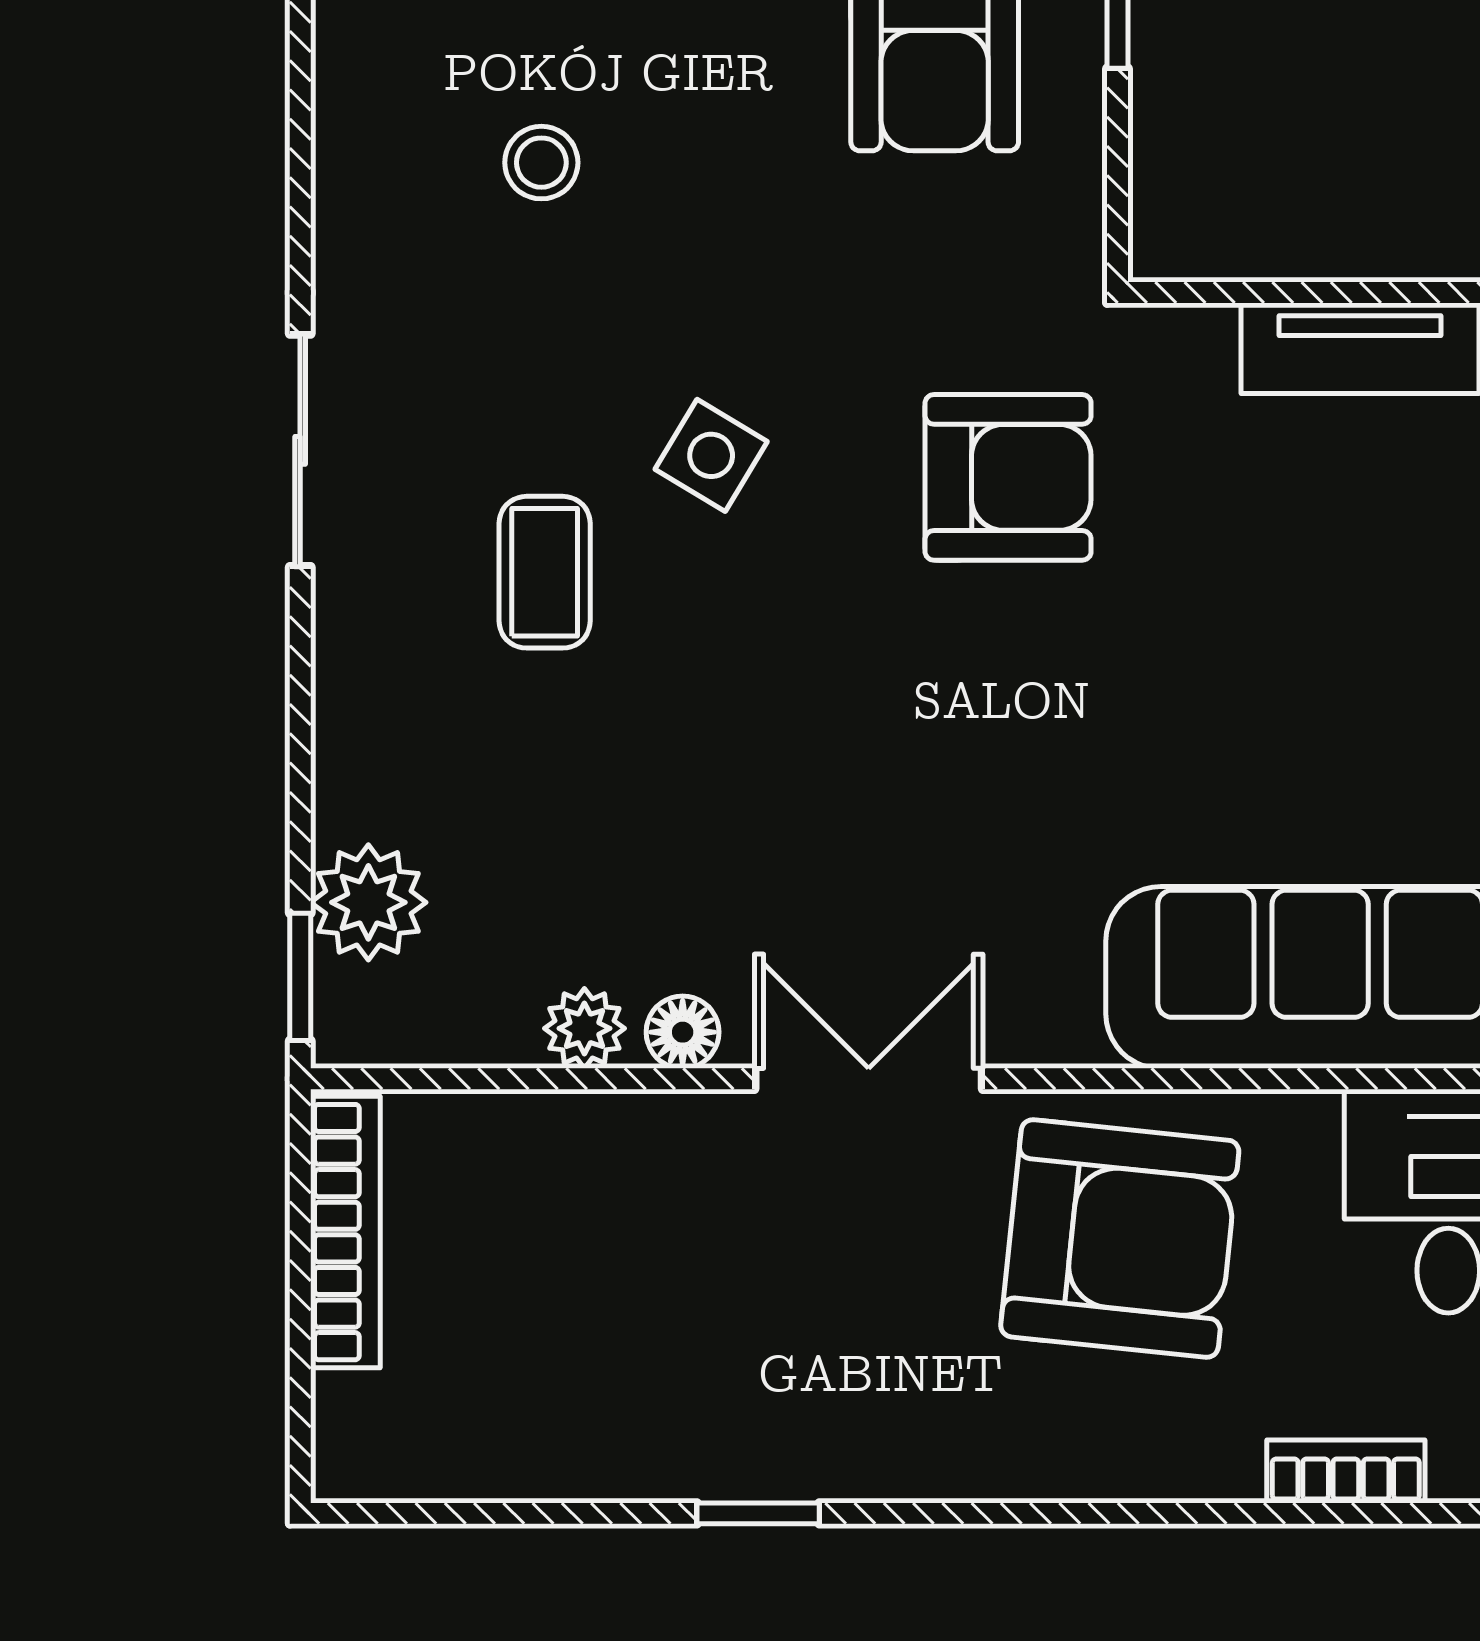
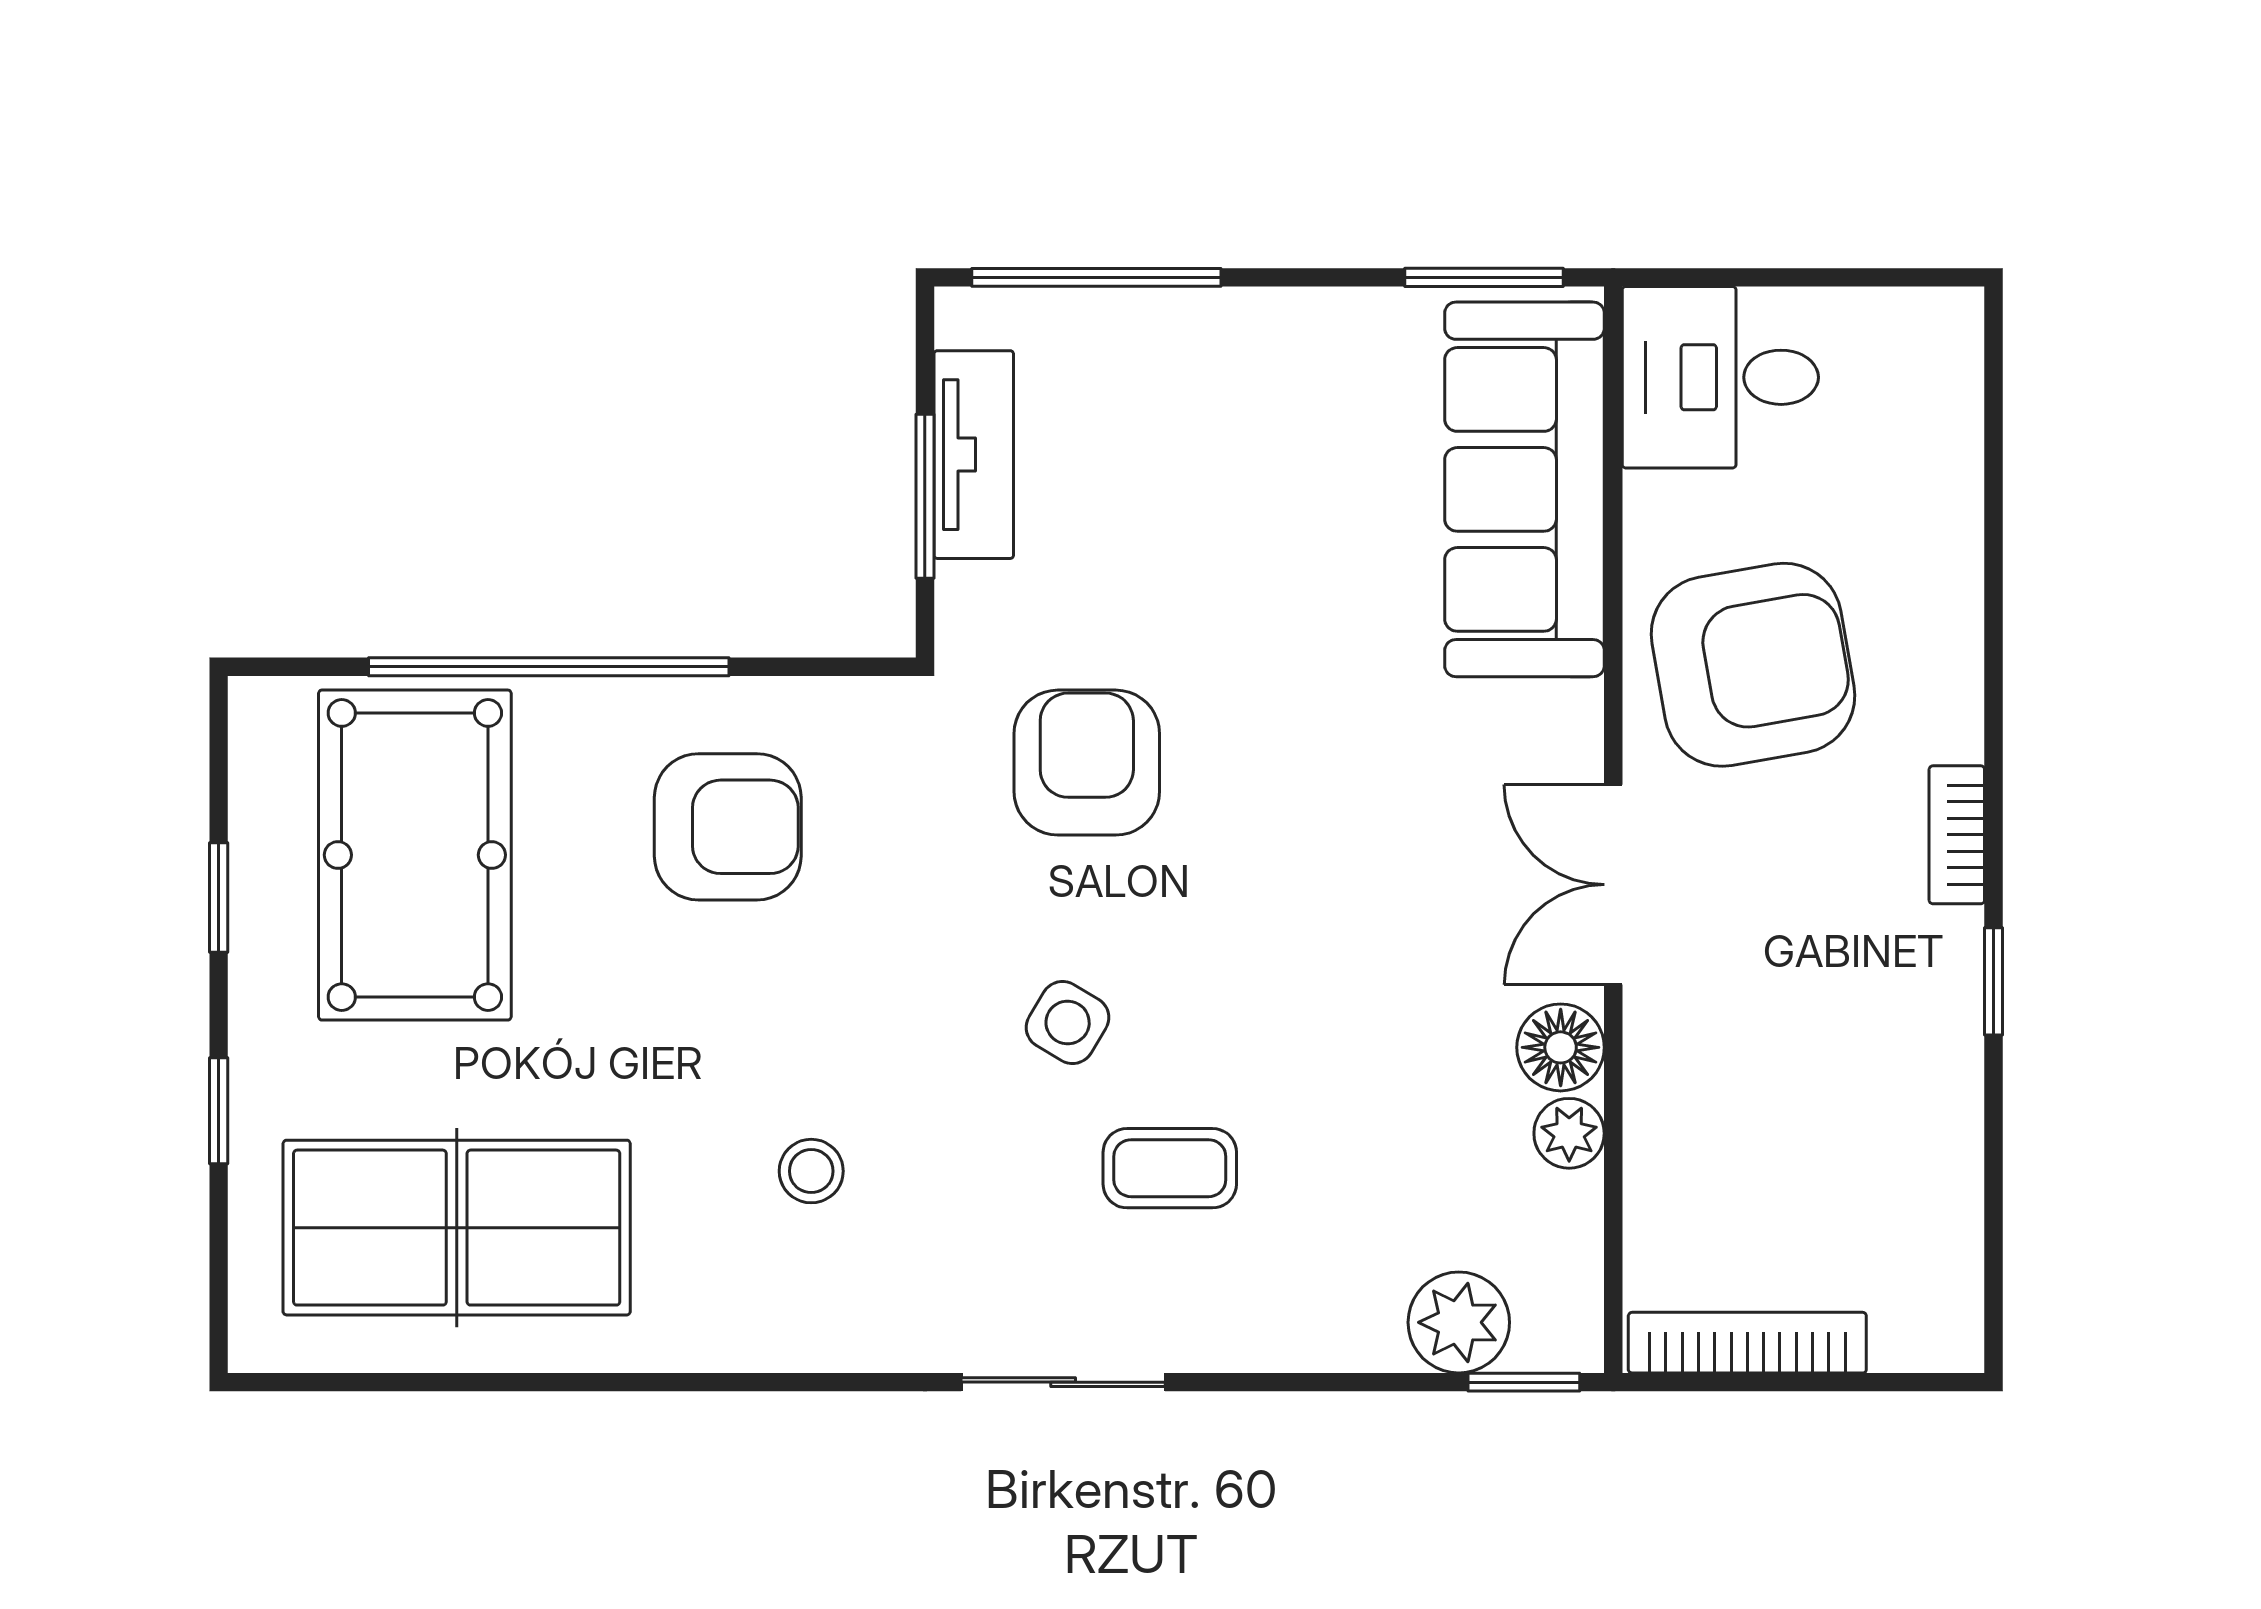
window: (1312, 292) -> (925, 496), added
floor lamp: (683, 1032) -> (1561, 1047), width x1.37, depth x1.37
armchair: (1120, 1239) -> (1753, 665), turned 74
bookcase: (1346, 1471) -> (1957, 835), moved

